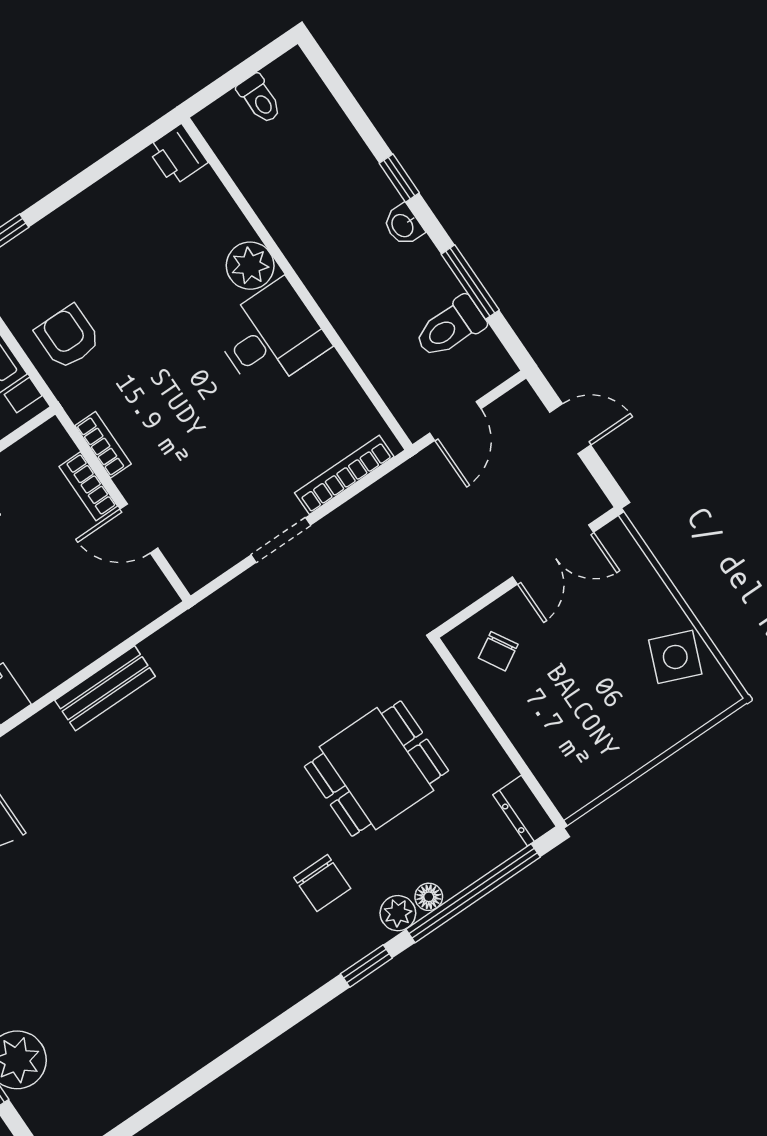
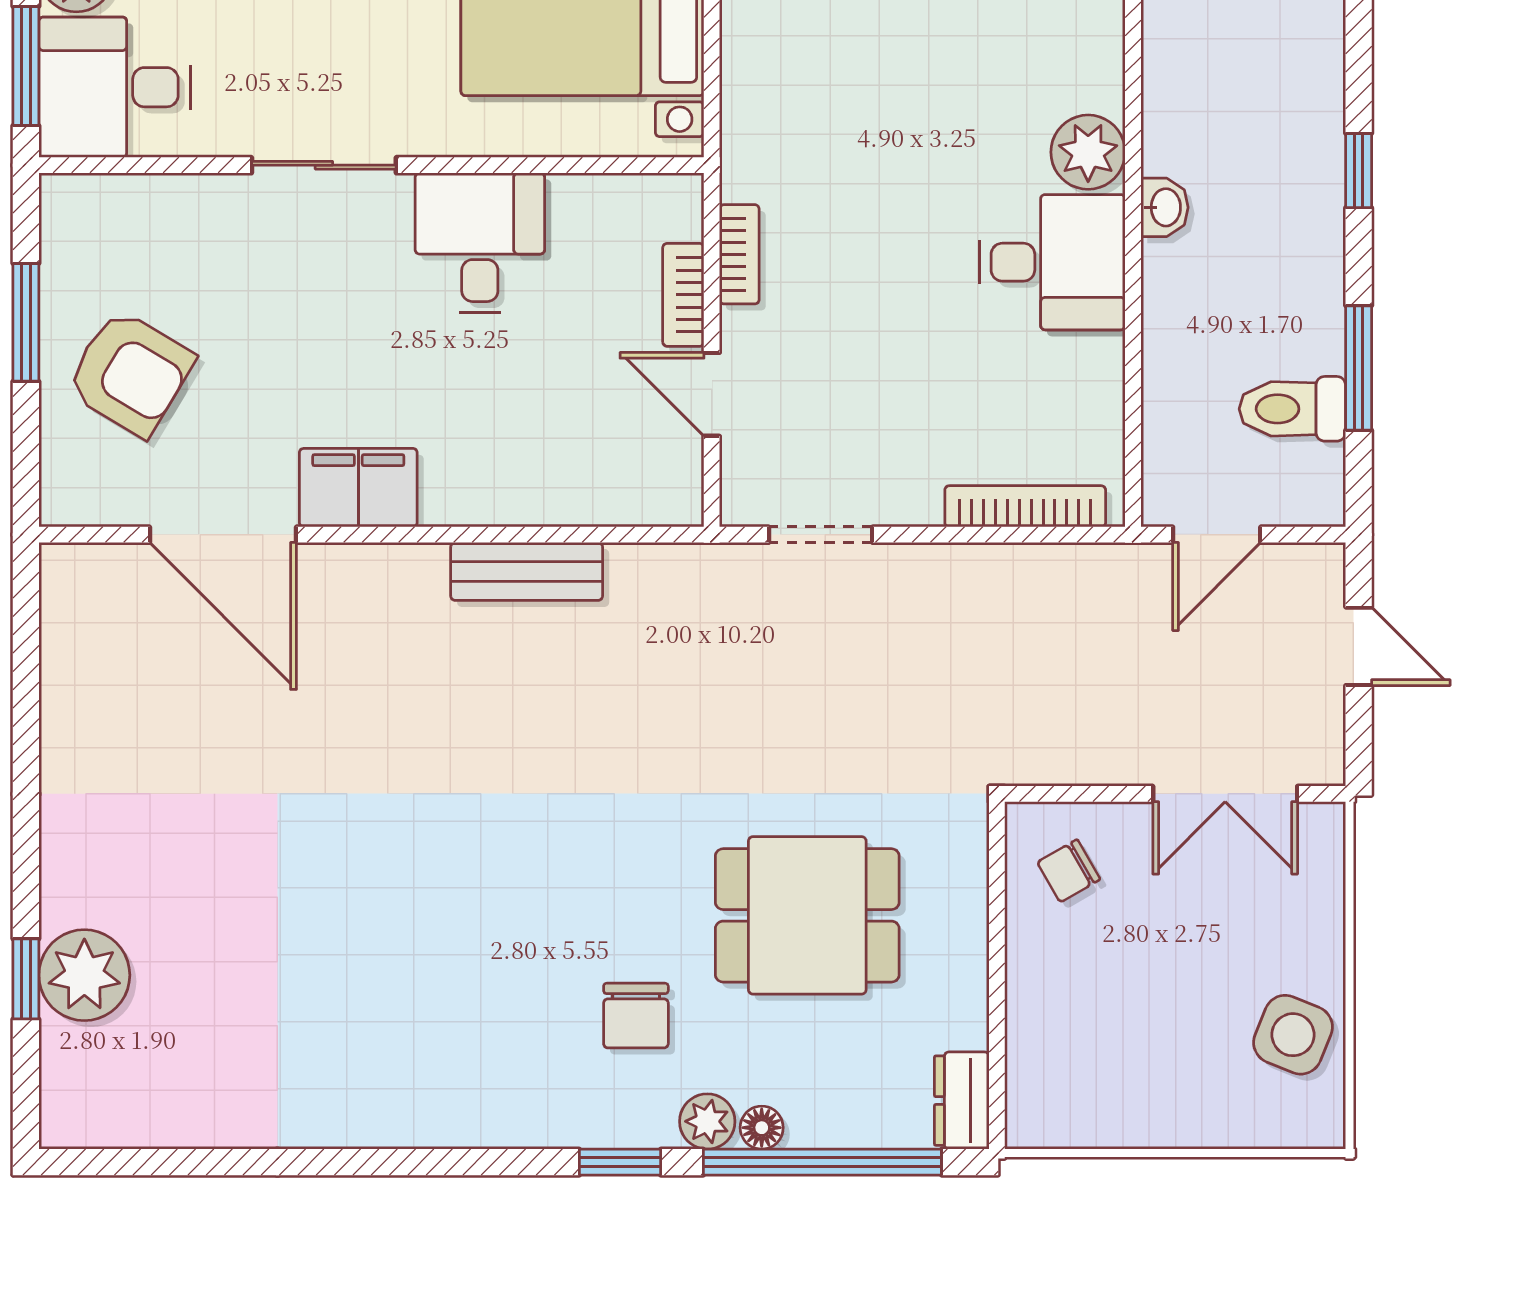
washbasin: (403, 225) -> (1164, 207), moved, turned 180
armchair: (68, 337) -> (789, 84), removed
doorway: (281, 540) -> (821, 535), moved

